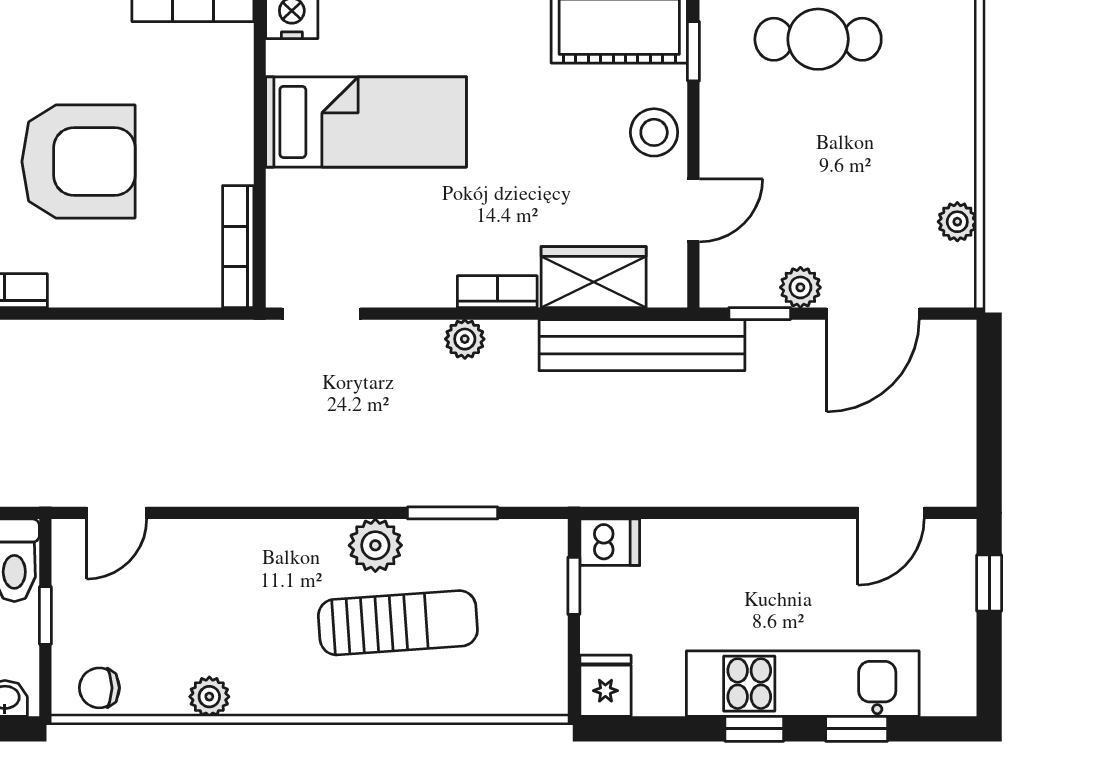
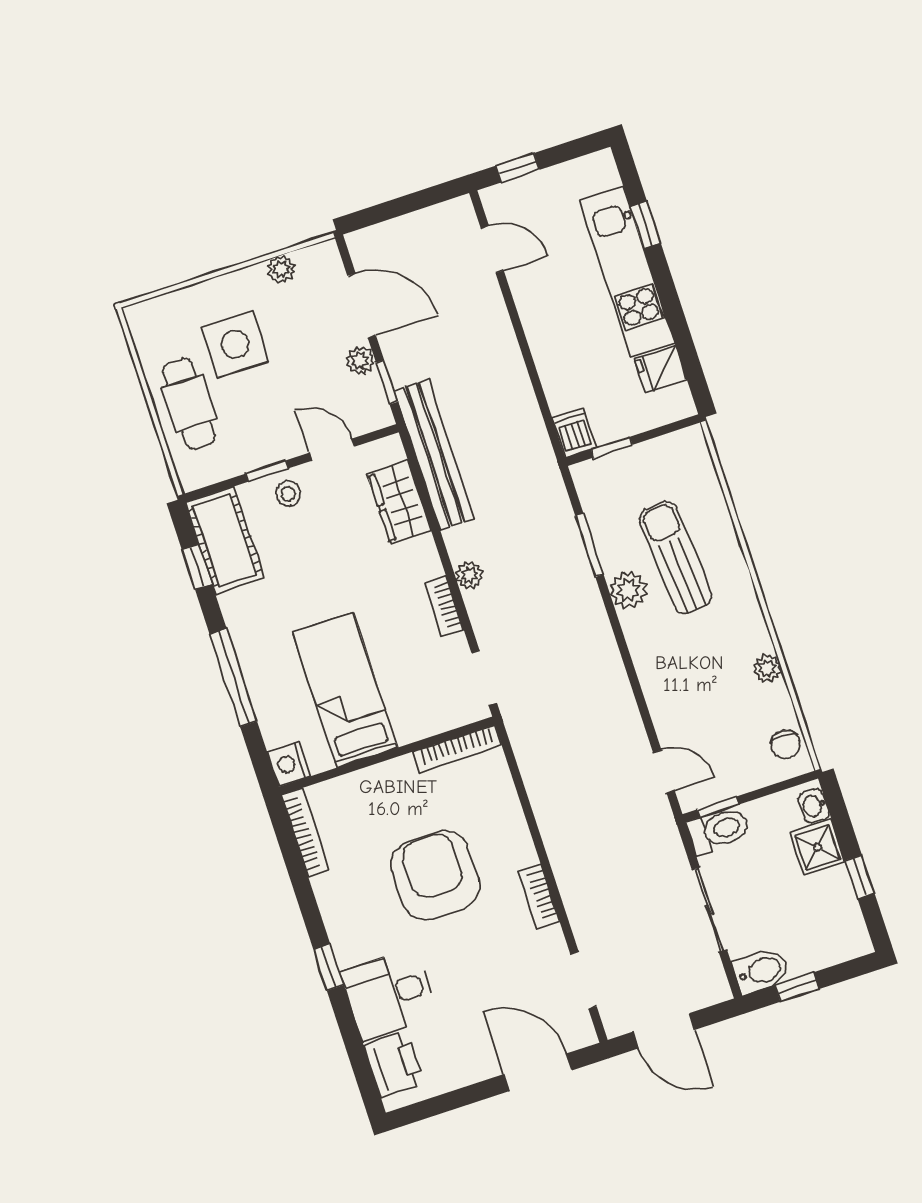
window: (693, 51) -> (267, 471), moved
side table: (877, 127) -> (235, 344), added
stool: (654, 132) -> (288, 494), width x0.73, depth x0.73
bookcase: (497, 292) -> (444, 606), moved
window: (45, 615) -> (718, 807), moved
fridge: (605, 686) -> (661, 369), moved
window: (754, 729) -> (668, 294), removed

